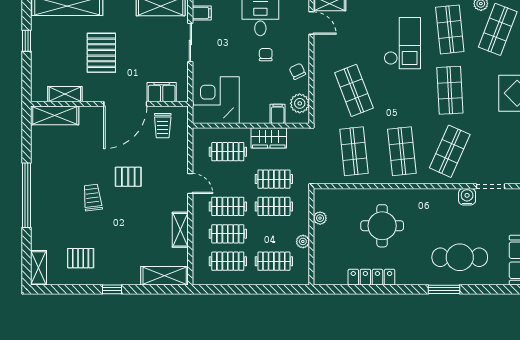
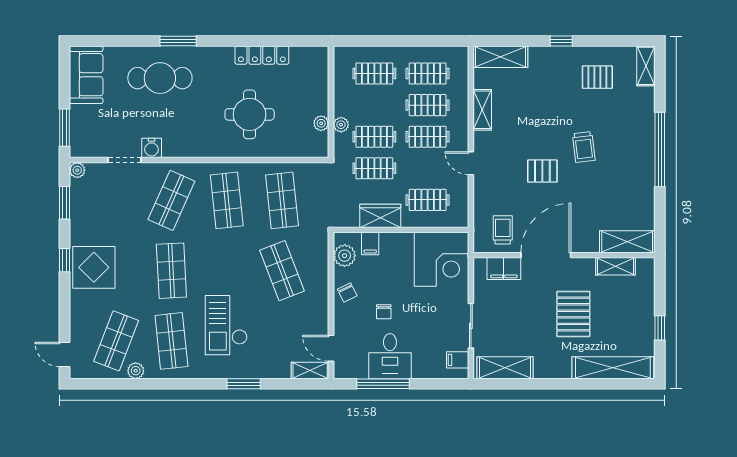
plant: (303, 241) -> (341, 125), moved

